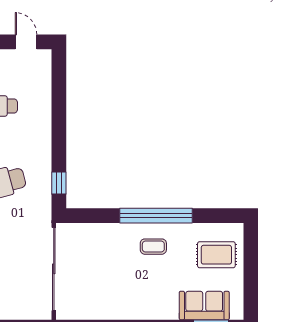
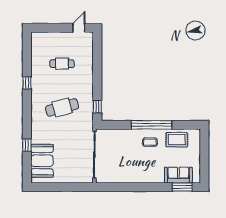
door: (26, 42) -> (79, 28), hinge flipped
rug: (216, 255) -> (177, 140), moved

